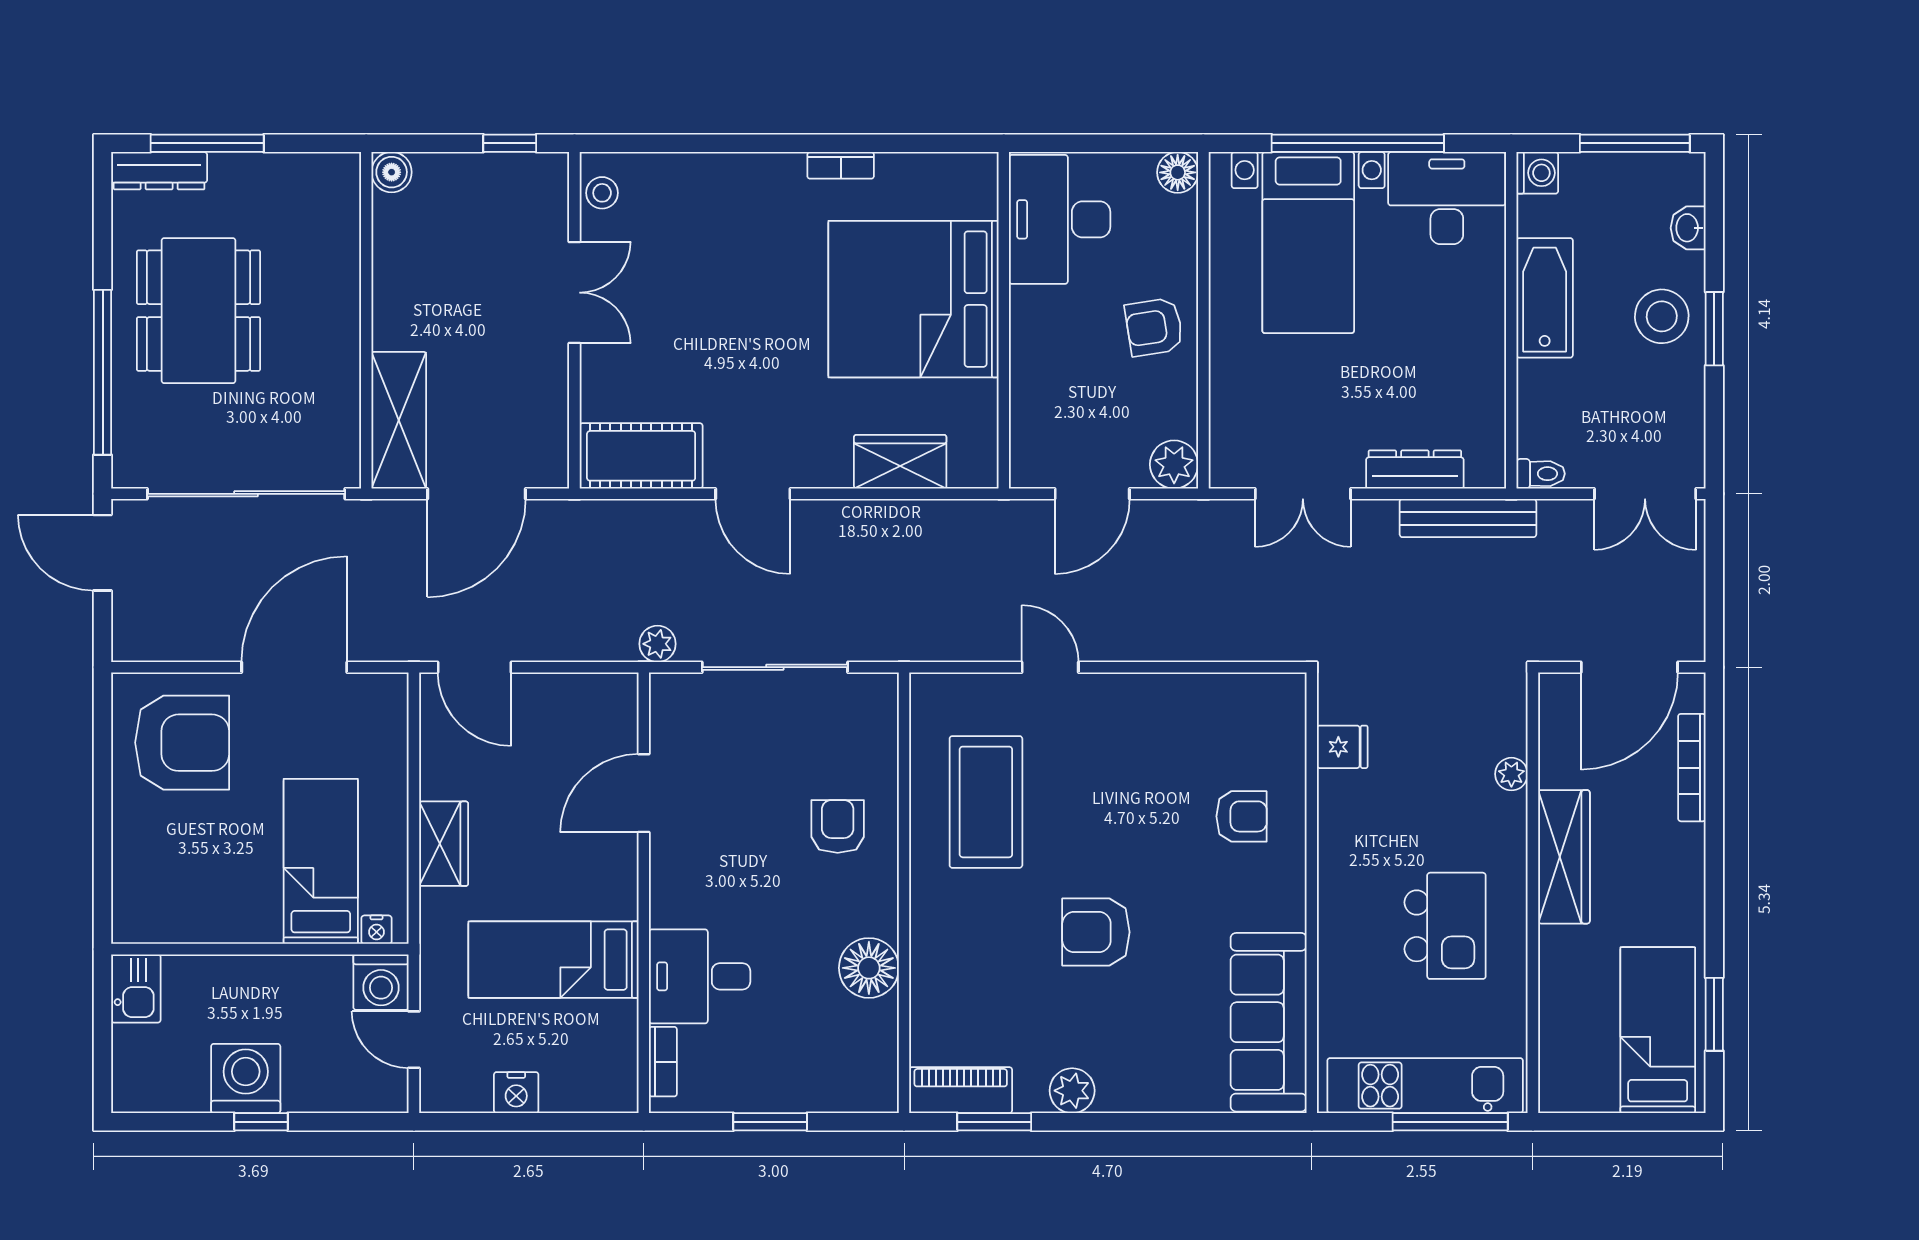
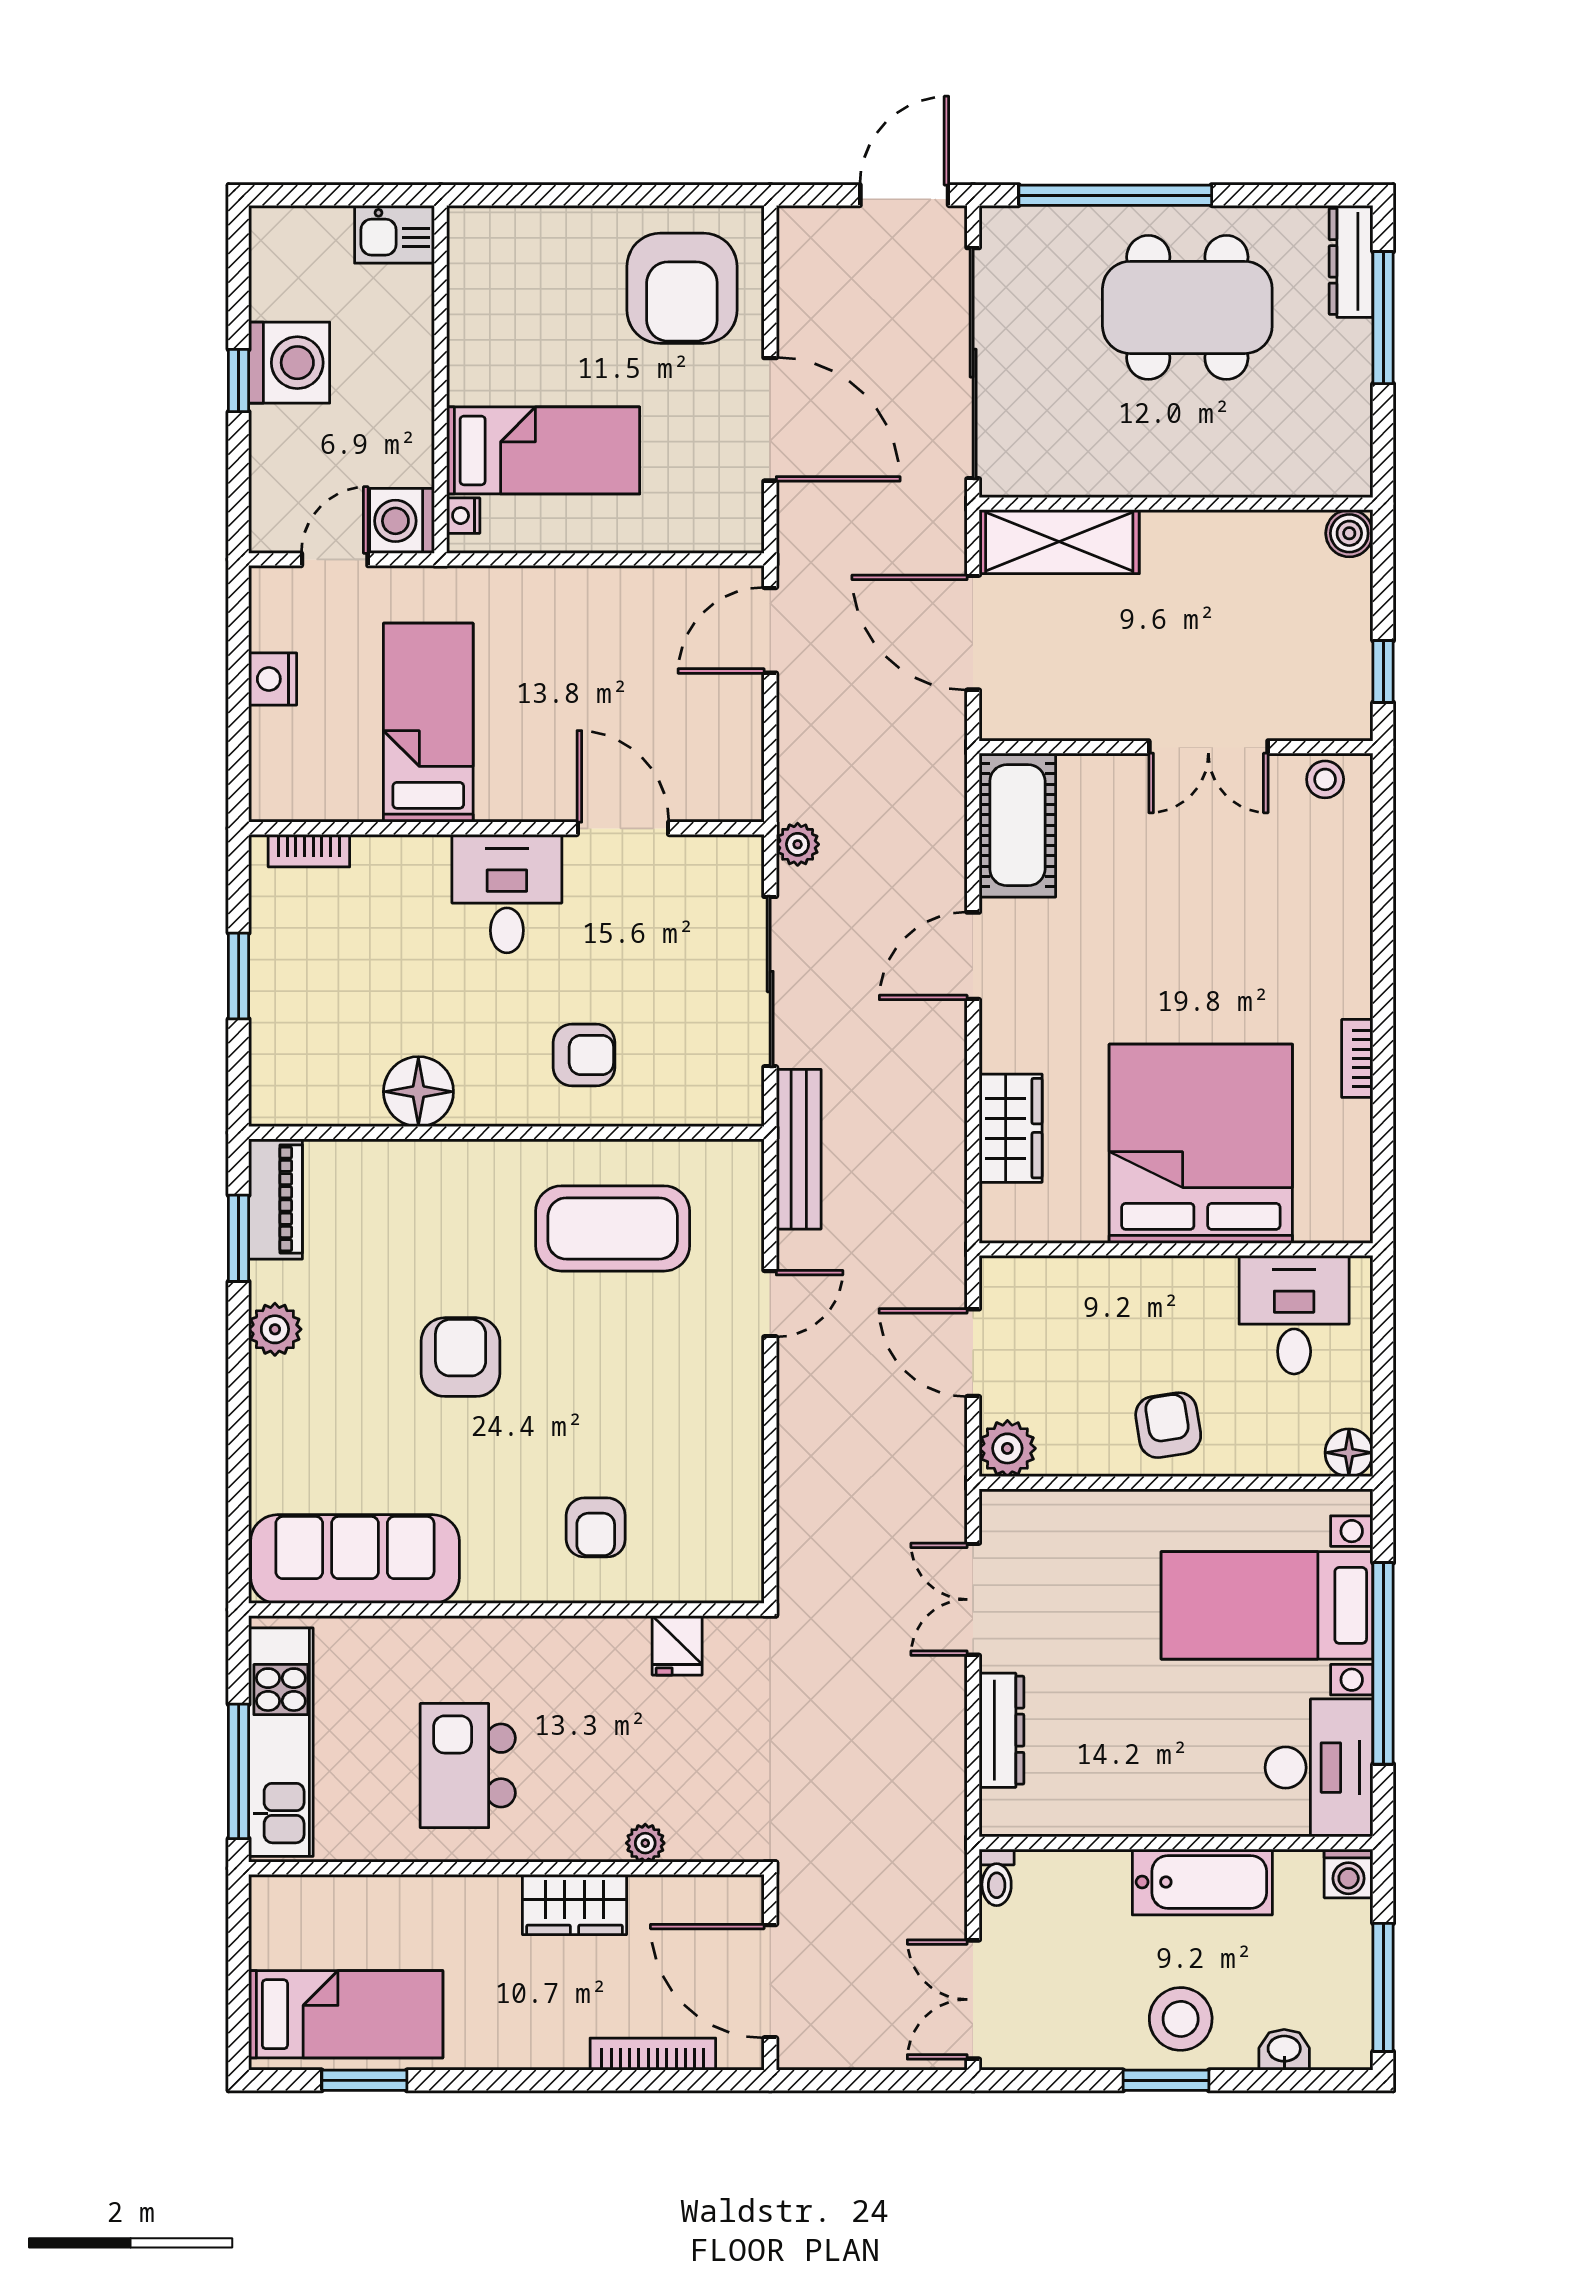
desk: (1060, 219) -> (1294, 1315), width x0.73
bench: (1468, 518) -> (799, 1149), moved
wardrobe: (444, 844) -> (564, 594), removed
wardrobe: (1564, 857) -> (575, 1905), width x0.67
kitchen island: (1445, 926) -> (468, 1766), turned 90
desk: (700, 976) -> (507, 894), moved

